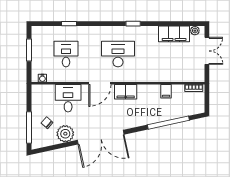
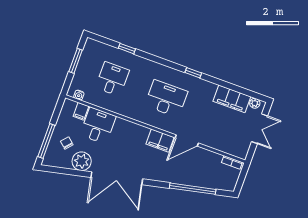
door: (100, 83) -> (187, 140), moved
filing cabinet: (166, 91) -> (81, 111), moved

